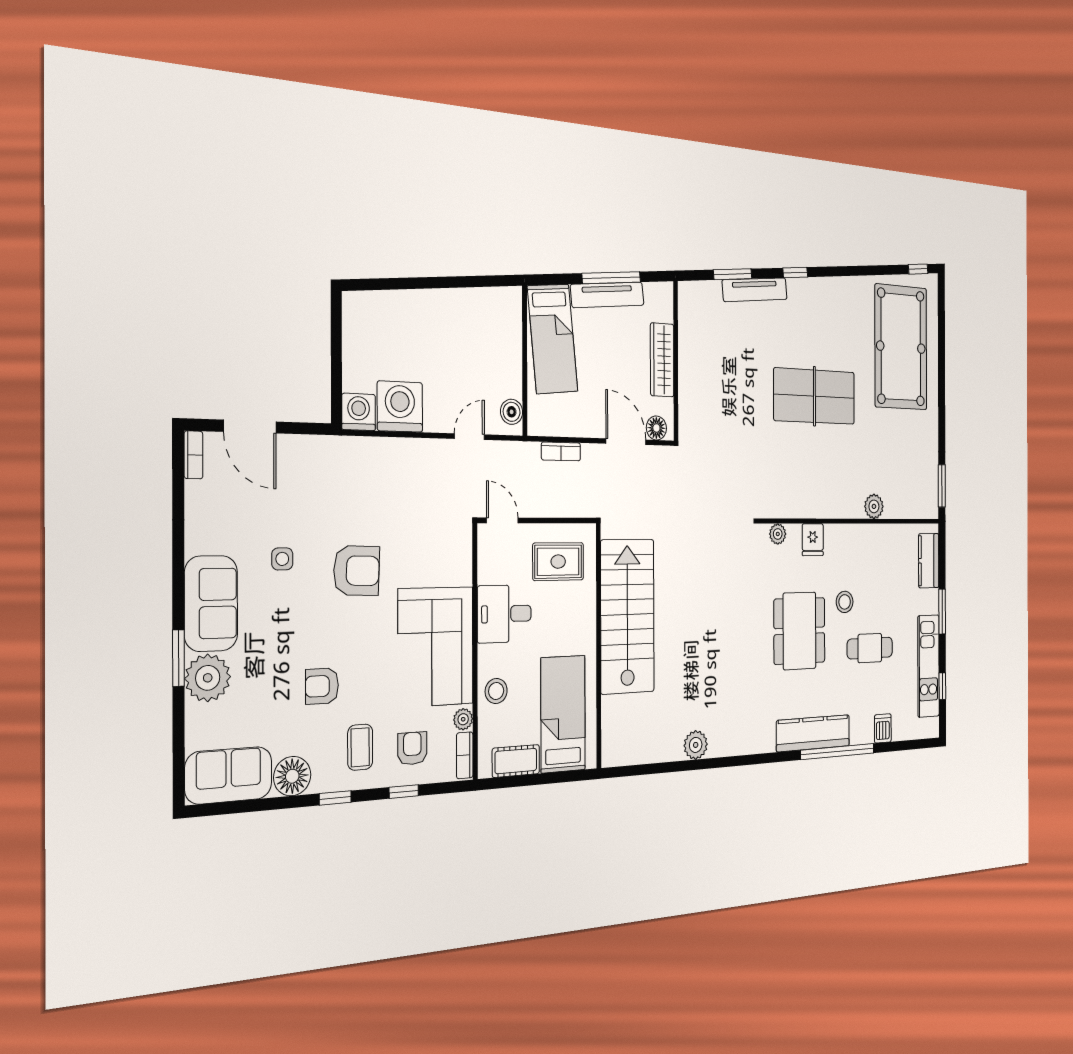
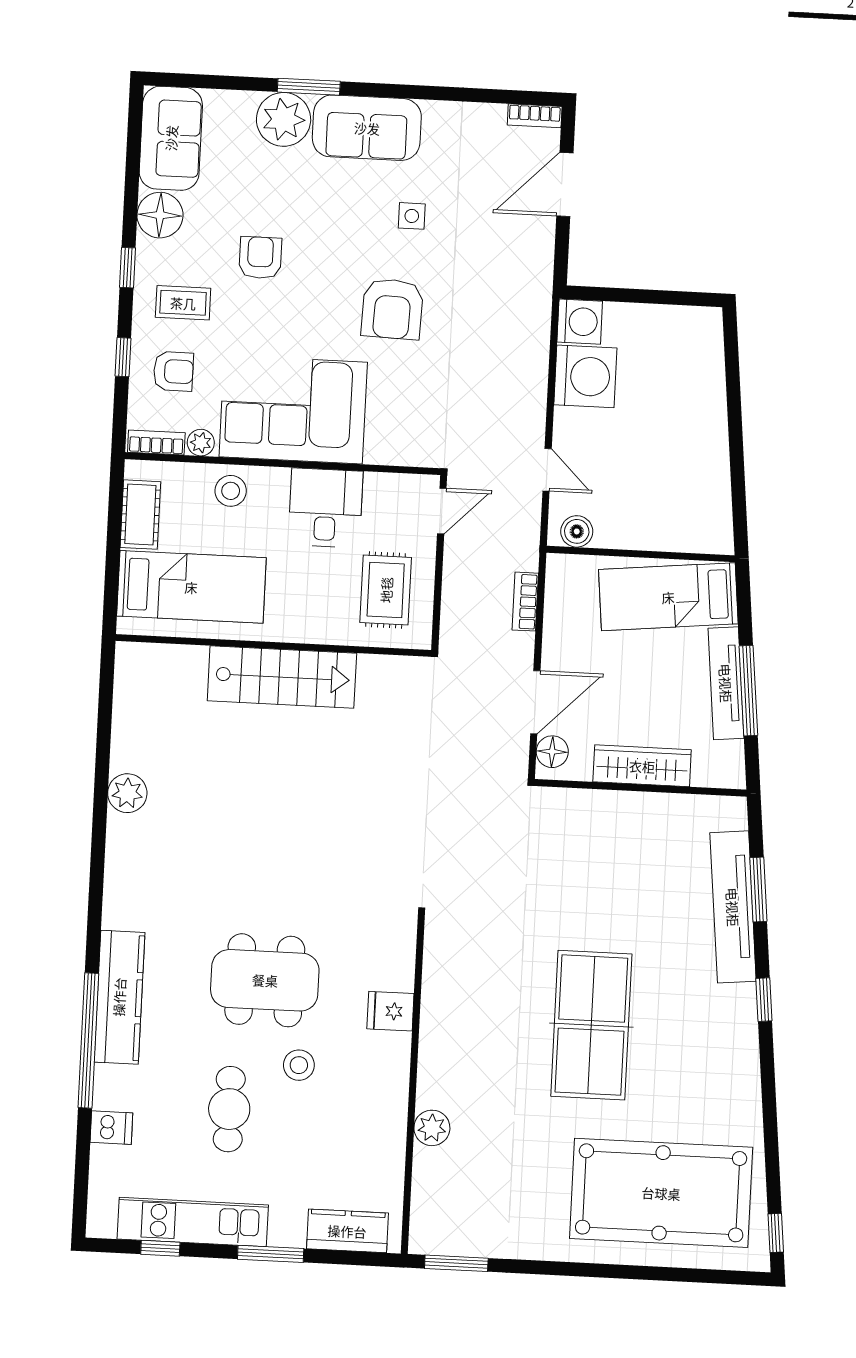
tv unit: (755, 290) -> (733, 907), width x1.36, depth x1.29
plant: (778, 534) -> (402, 949), removed
stairs: (627, 616) -> (282, 677), width x0.73, depth x0.66

